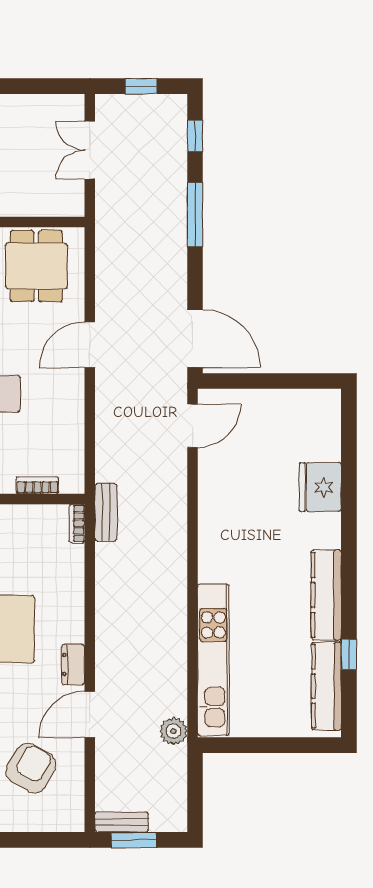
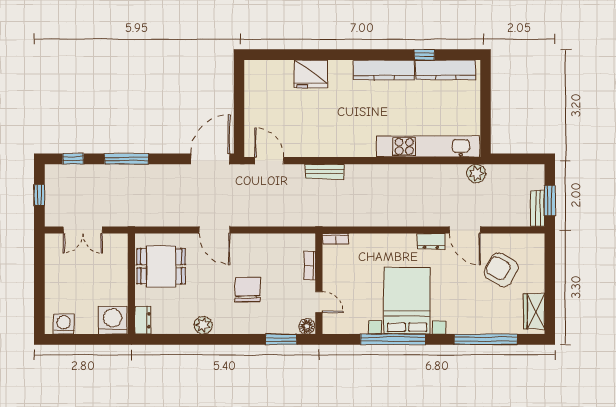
bench: (106, 512) -> (325, 171), moved

